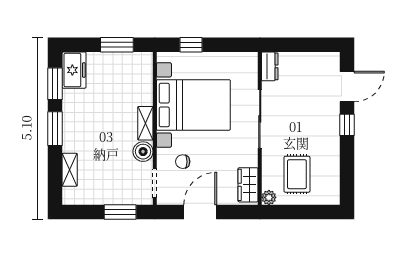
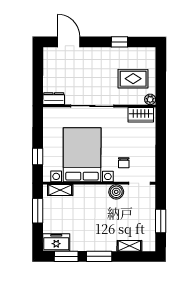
shelving: (145, 123) -> (60, 190), moved
window: (347, 125) -> (119, 42), moved
window: (120, 212) -> (161, 221), moved
door: (200, 212) -> (161, 150), removed

